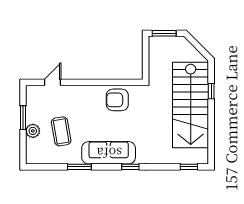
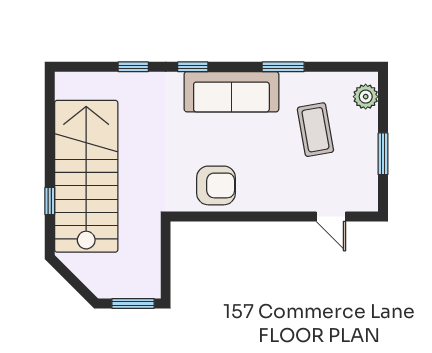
door: (52, 82) -> (331, 216), hinge flipped
plant: (33, 131) -> (366, 97), moved
window: (189, 167) -> (133, 67), moved

